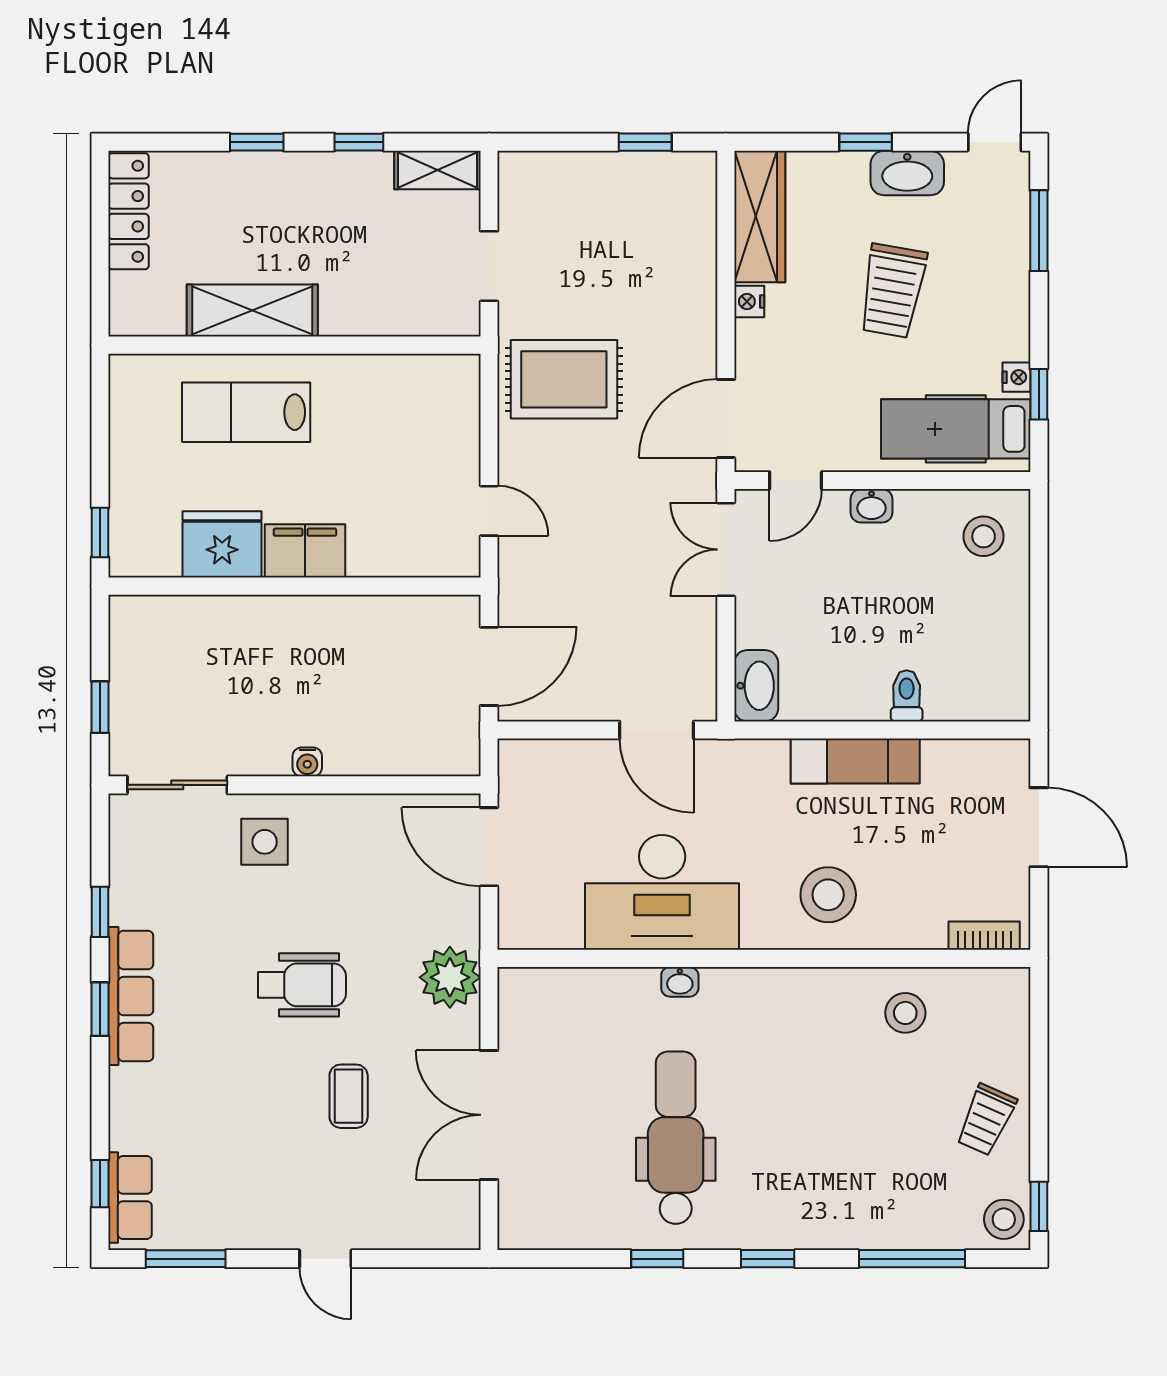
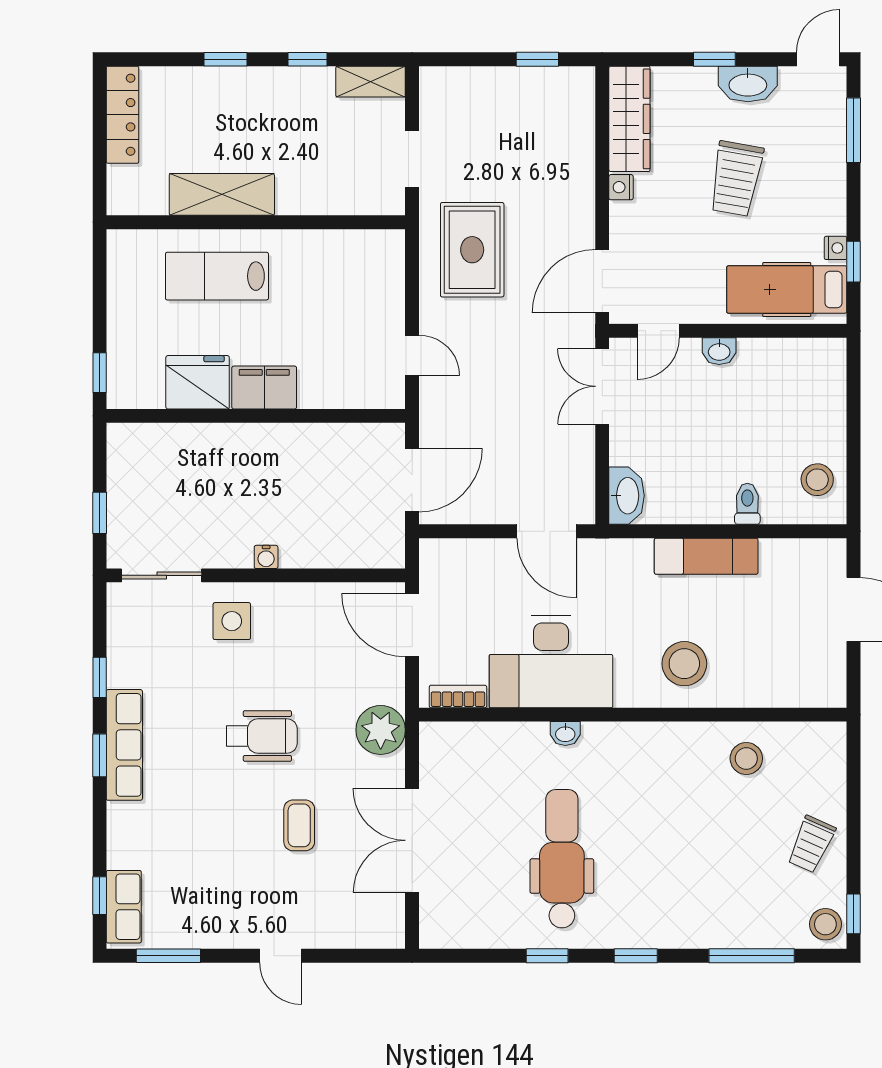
rug: (564, 379) -> (472, 250), turned 90
stool: (984, 536) -> (817, 480), moved
bookcase: (984, 936) -> (458, 696), moved

